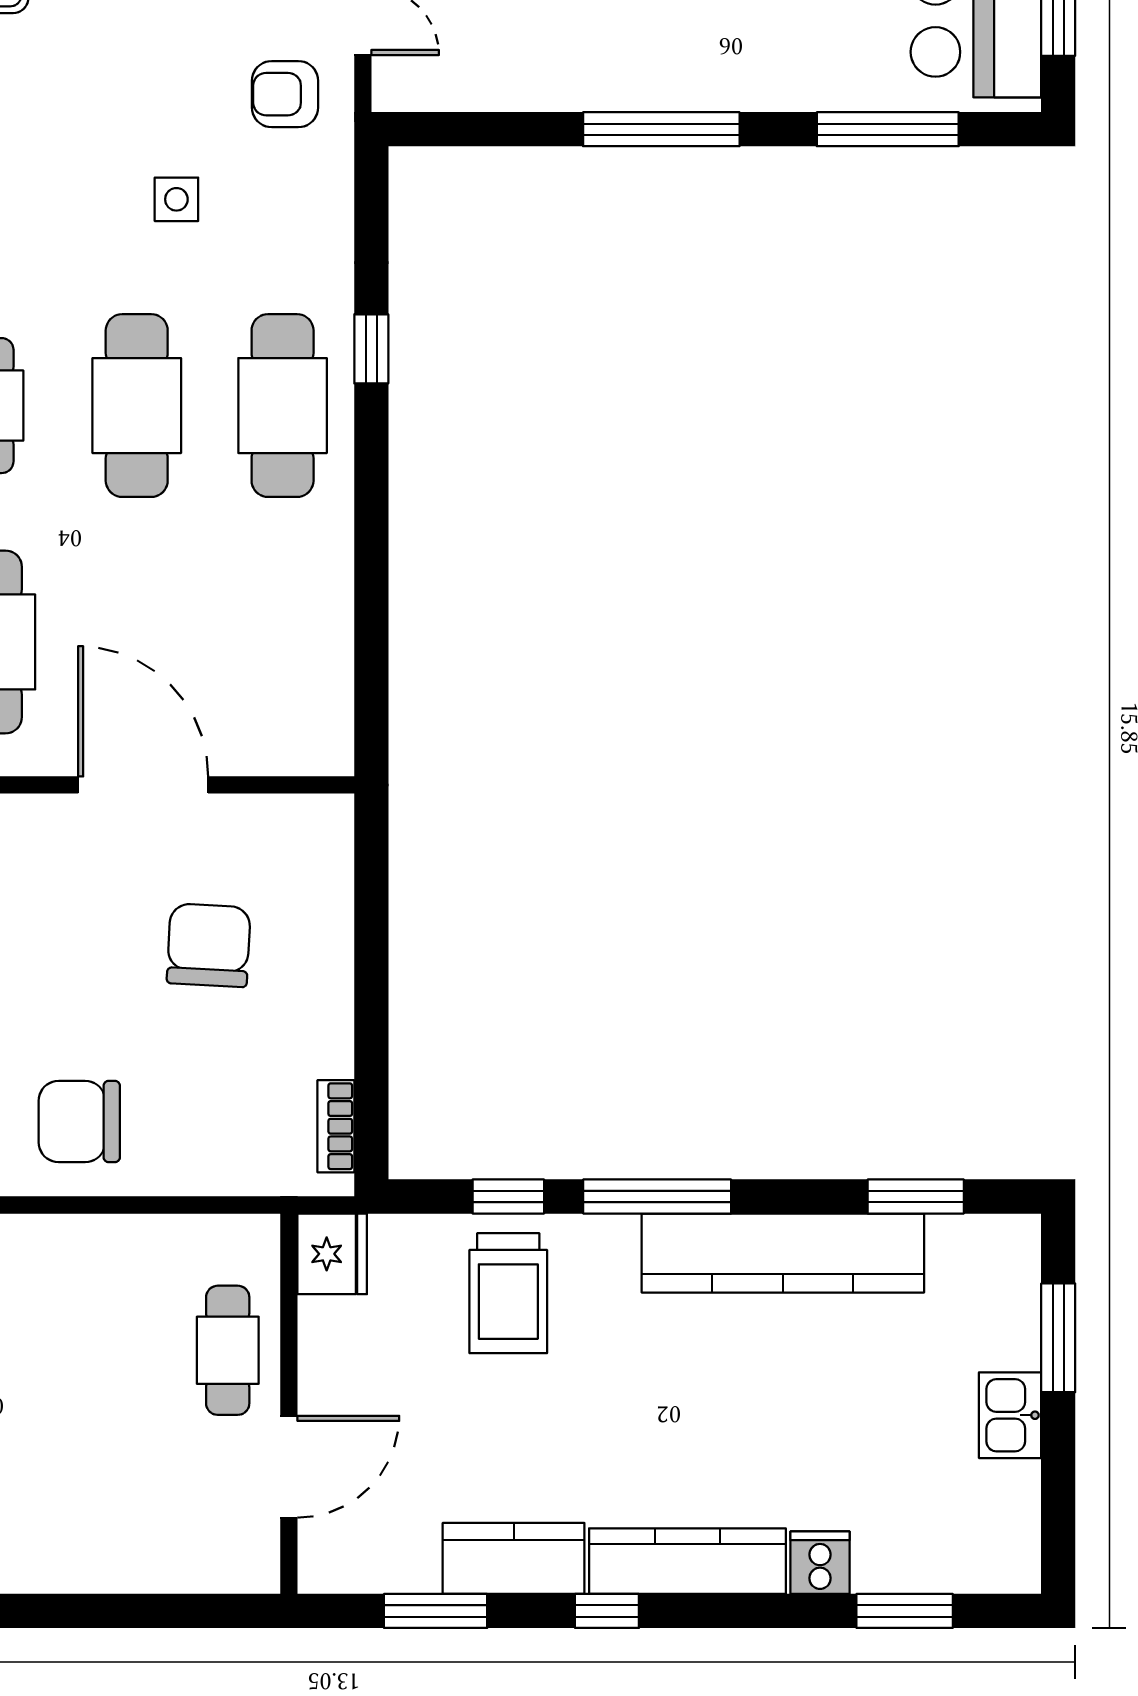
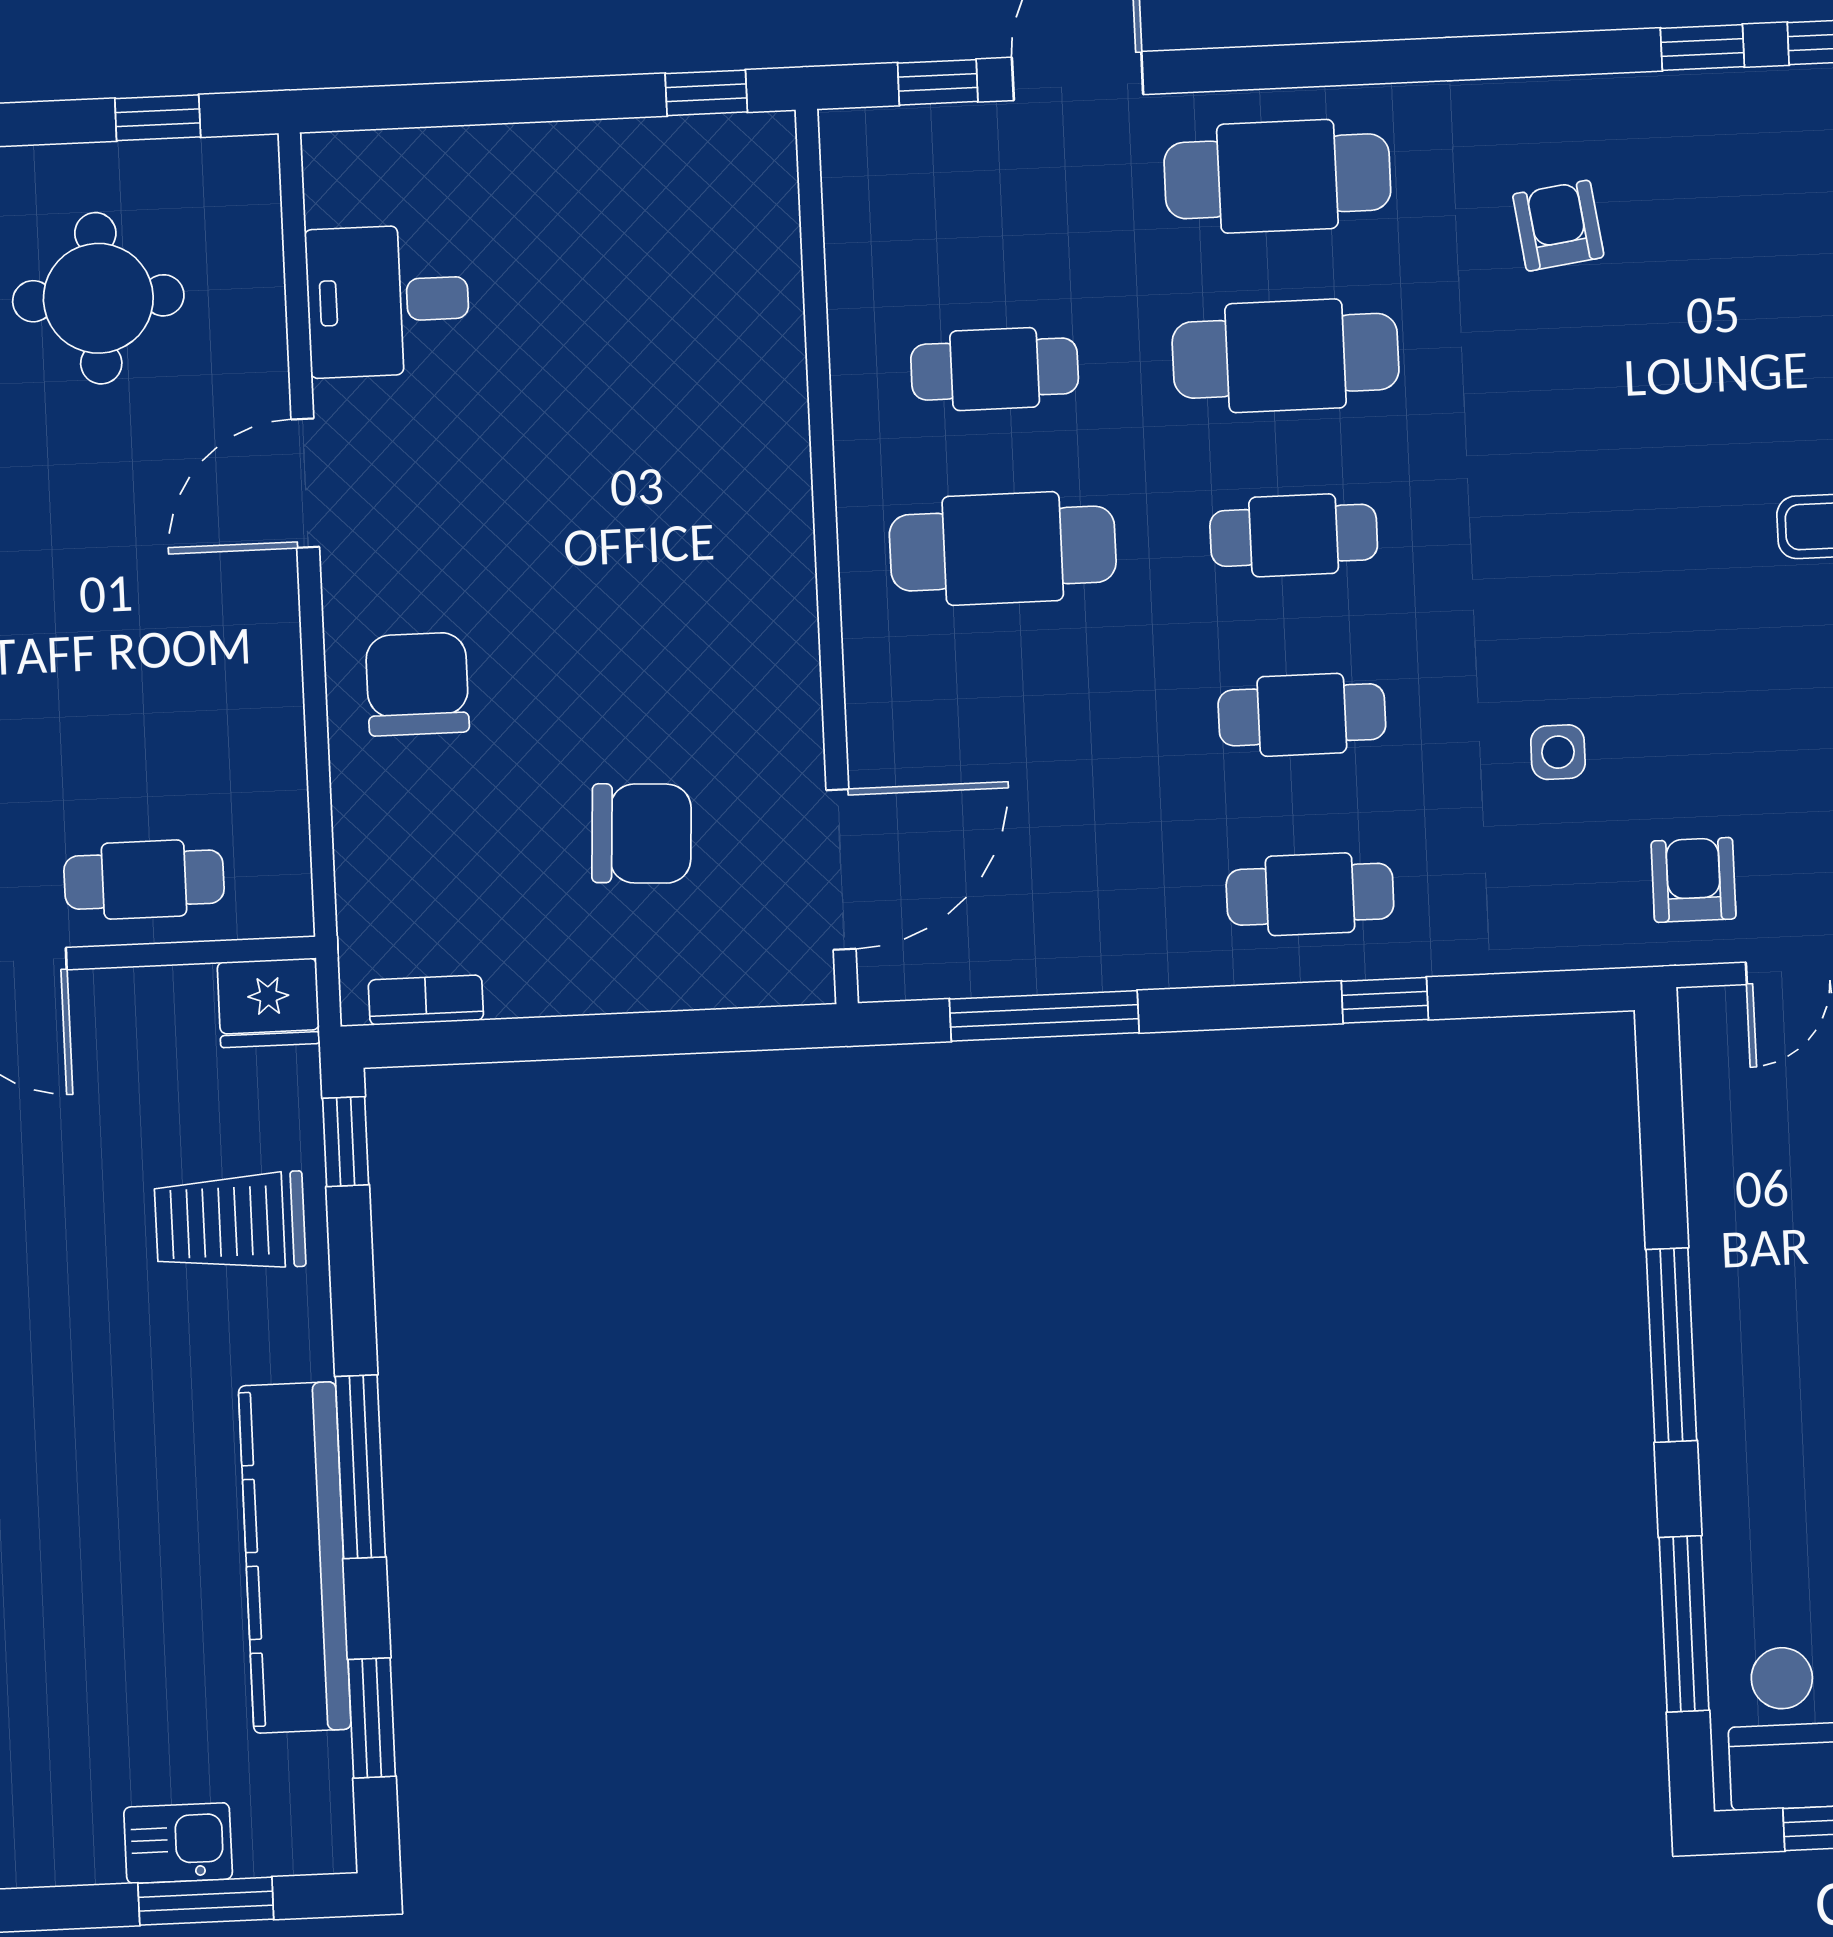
cafe table: (137, 406) -> (1302, 715), width x0.73, depth x0.74
cafe table: (283, 406) -> (1310, 894), width x0.73, depth x0.74
window: (371, 625) -> (1044, 1016), added
door: (143, 785) -> (841, 869), moved
window: (508, 1196) -> (346, 1142), moved
window: (657, 1196) -> (360, 1467), moved
kitchen sink: (1010, 1415) -> (178, 1843), moved

